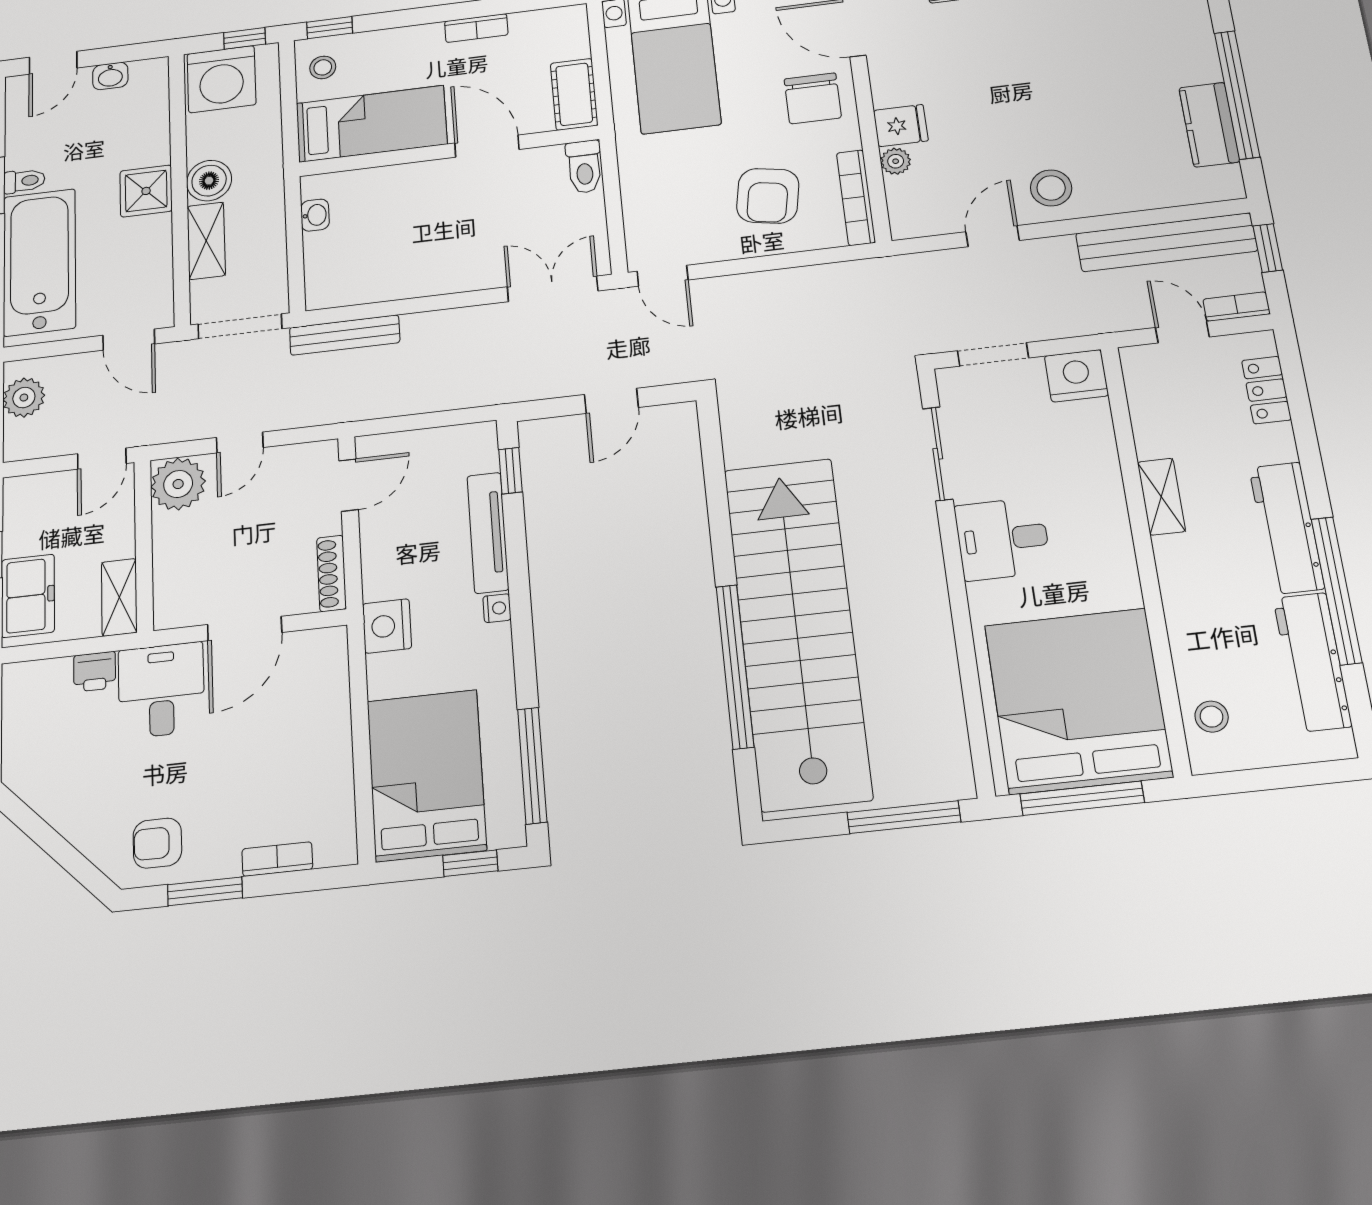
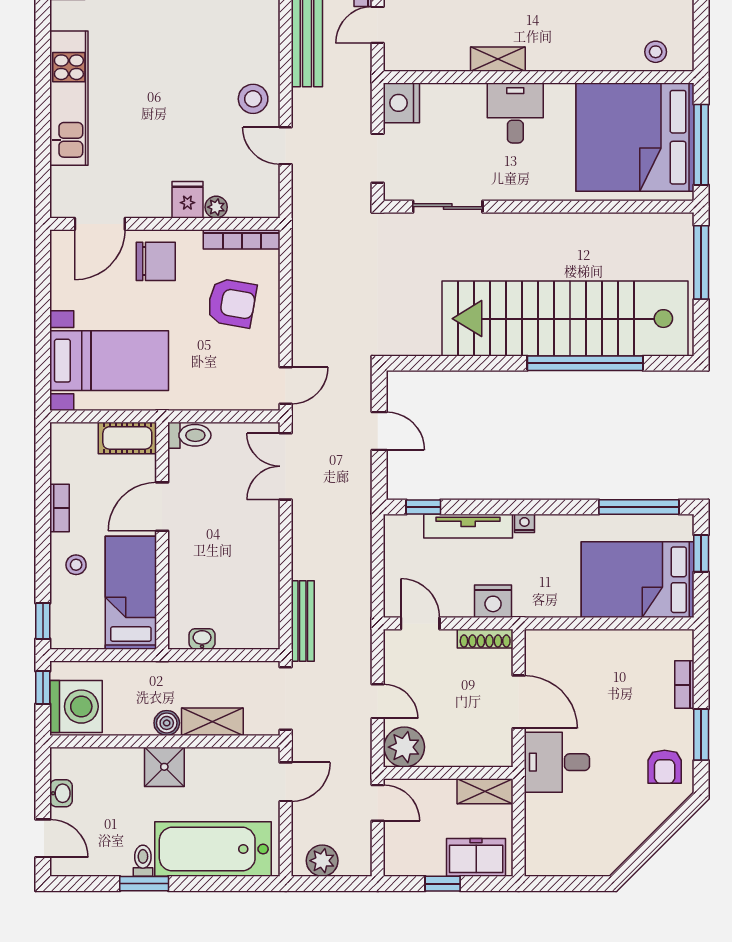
stool: (323, 67) -> (76, 565), moved
boiler: (209, 181) -> (167, 723), width x0.73, depth x0.73
desk: (1003, 539) -> (515, 113), moved, turned 180
nightstand: (387, 626) -> (493, 601), moved
printer: (95, 672) -> (538, 809), removed

